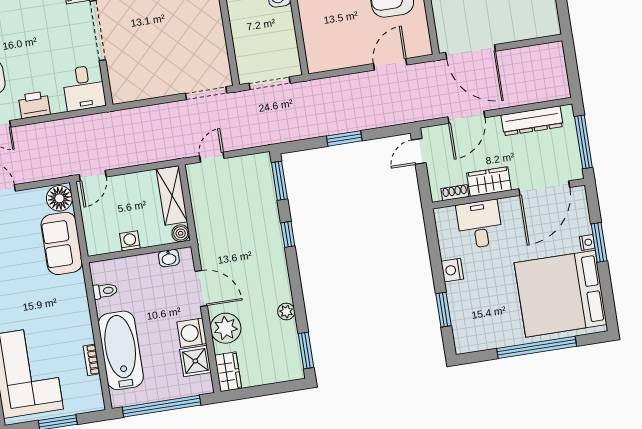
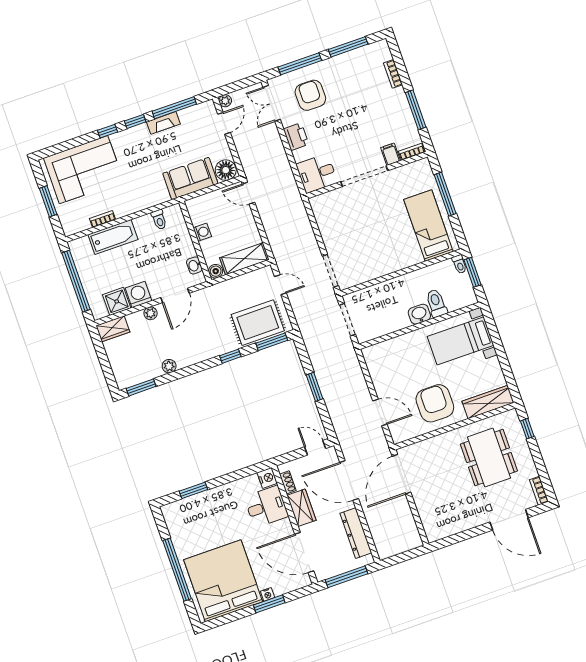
door: (466, 117) -> (349, 481), width x1.36
rug: (253, 193) -> (258, 323), added
nightstand: (452, 270) -> (267, 478), moved, turned 90
plant: (226, 328) -> (151, 313), width x0.53, depth x0.53
bathtub: (121, 350) -> (113, 237), width x0.73, depth x0.73

